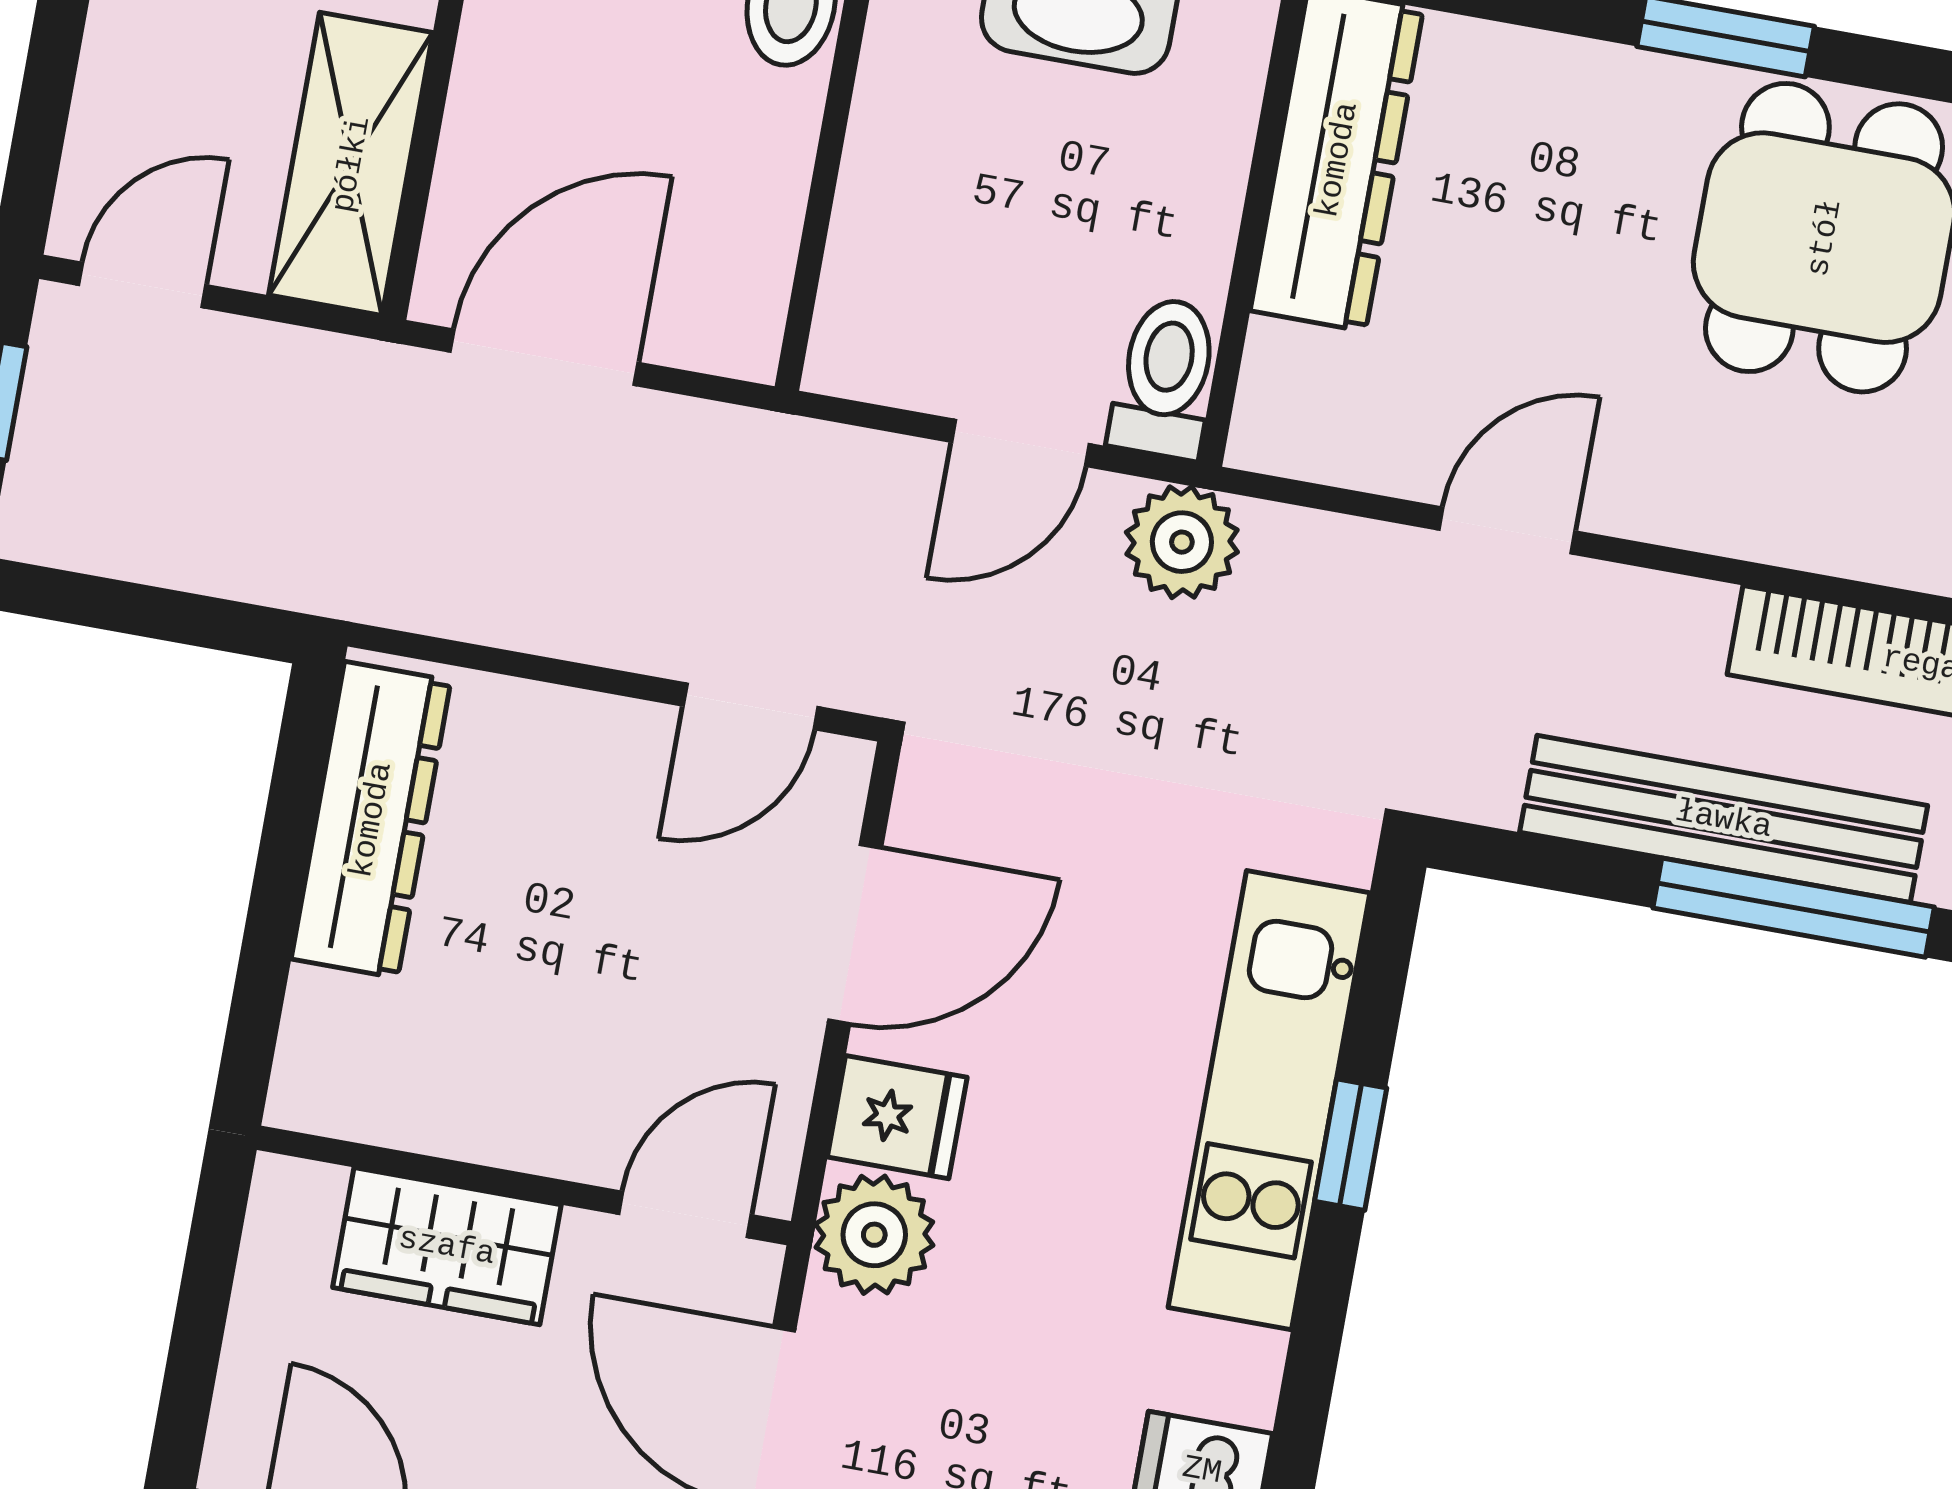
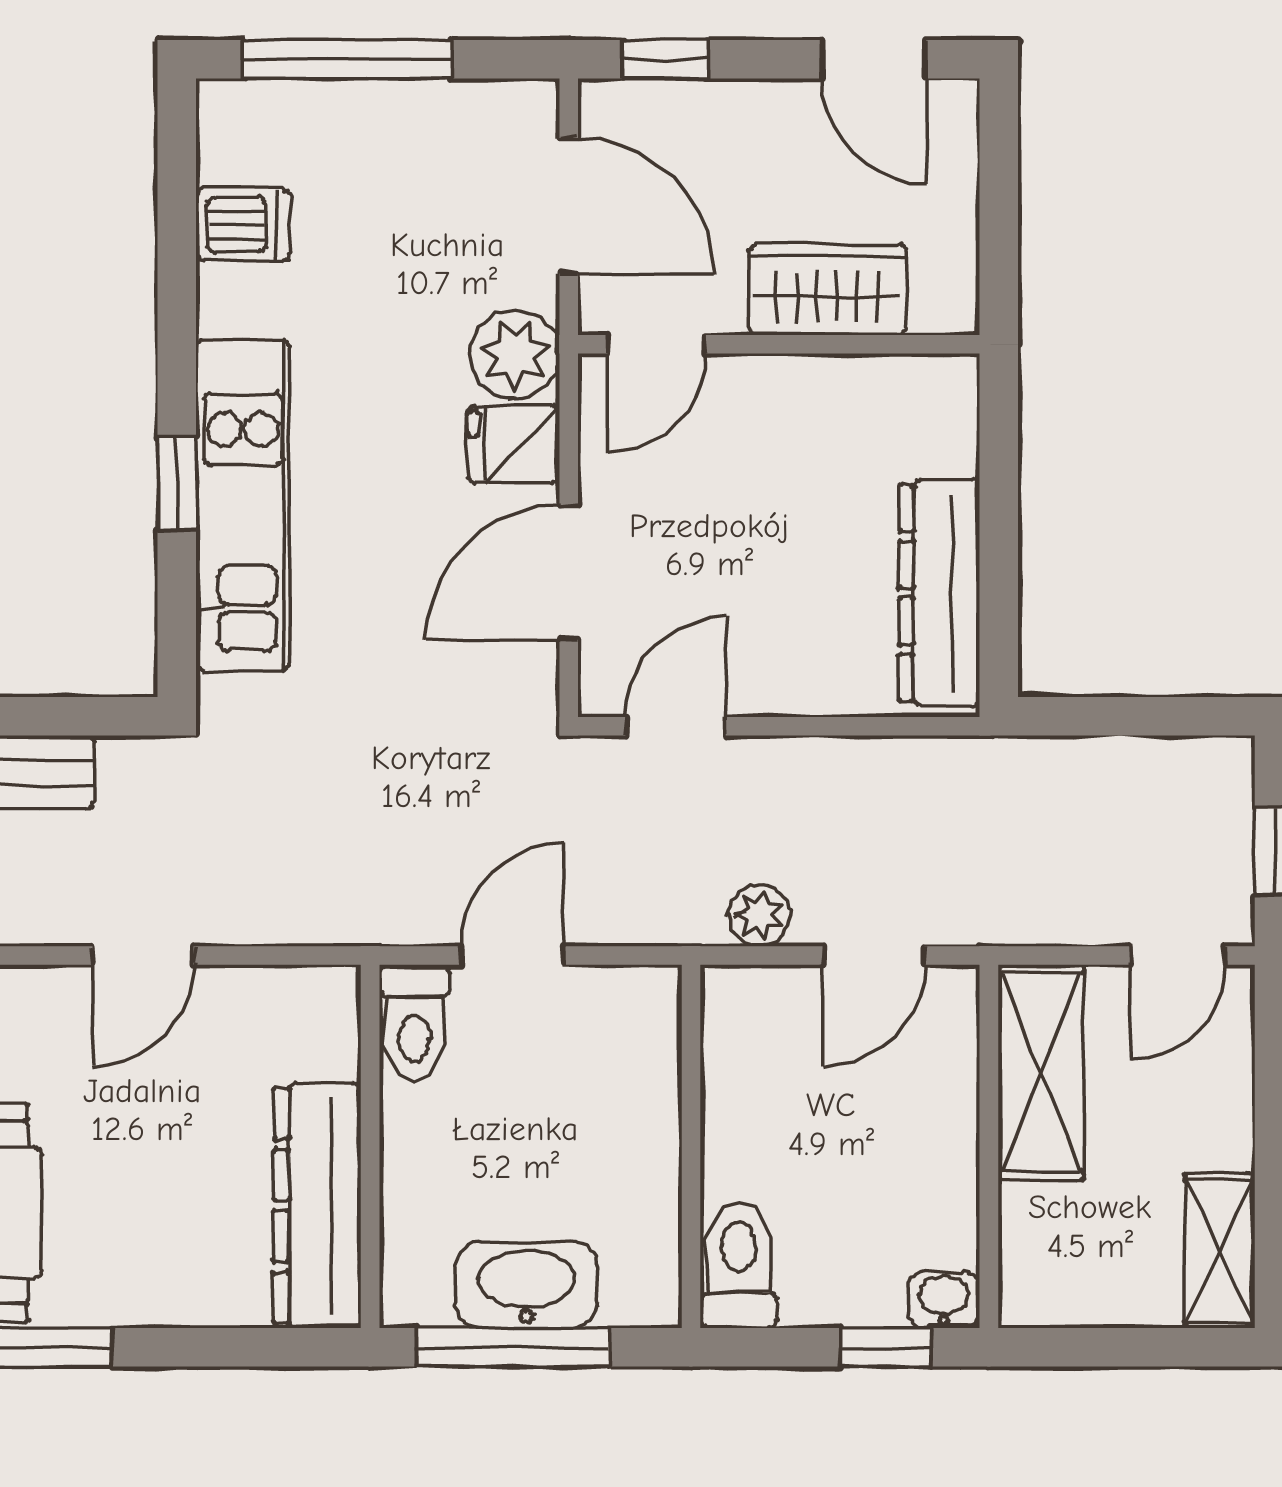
door: (544, 357) -> (873, 955), width x0.73
plant: (1182, 542) -> (759, 916), moved, width x0.73, depth x0.73

